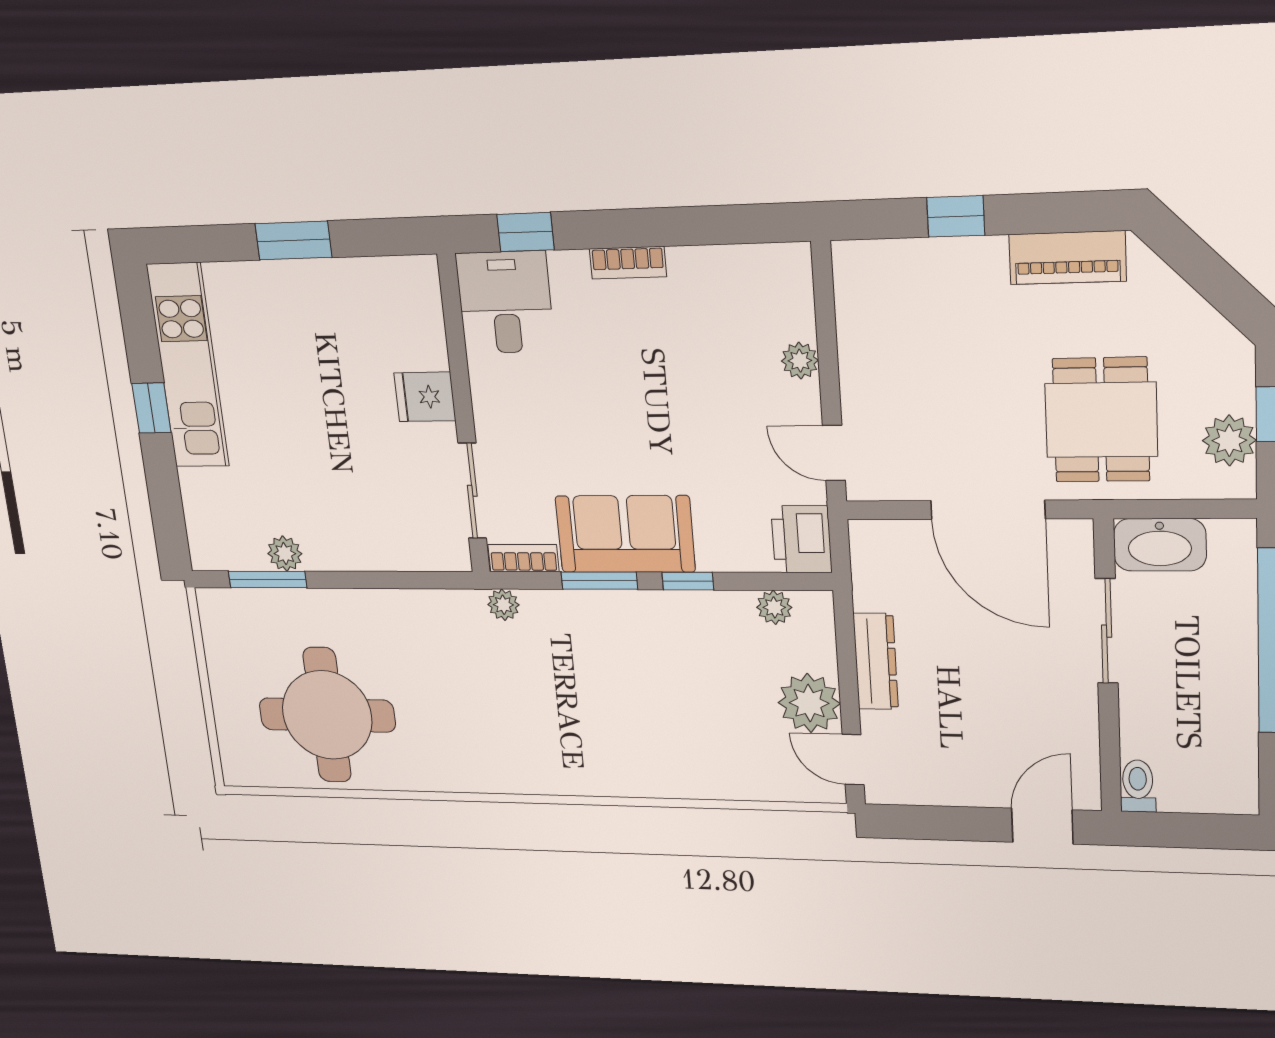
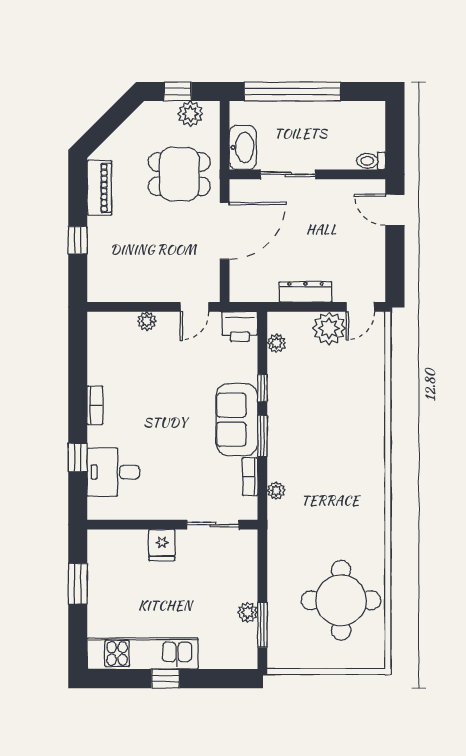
fridge: (425, 397) -> (162, 545), moved
wall: (464, 416) -> (172, 525), moved
sliding door: (472, 491) -> (213, 525), moved

